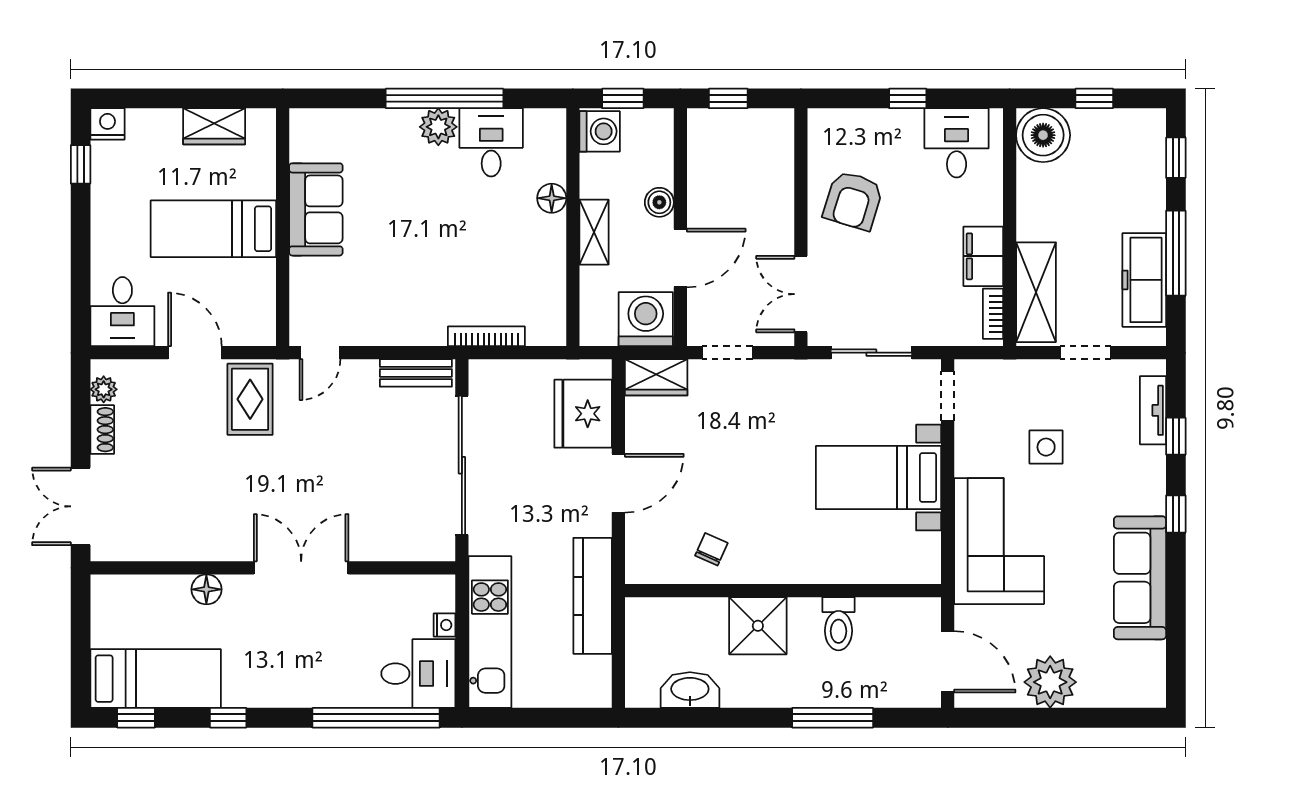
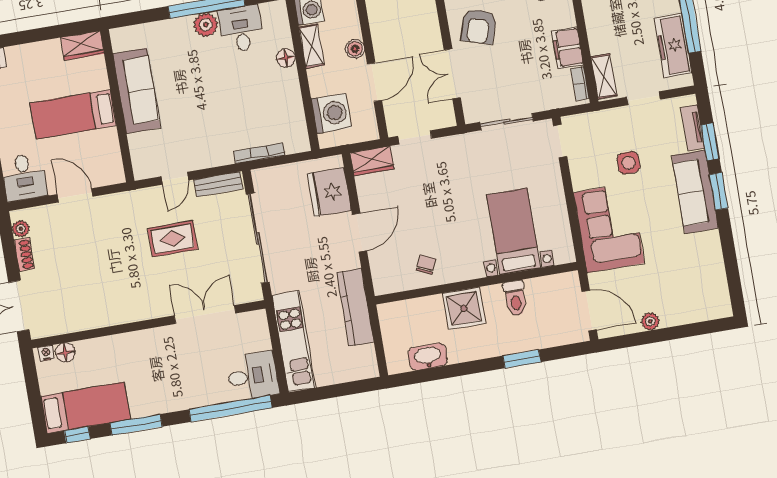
wardrobe: (214, 126) -> (82, 45), moved
sofa: (316, 209) -> (137, 91), width x1.36
shelving: (594, 232) -> (312, 46), moved
shelving: (1036, 292) -> (604, 76), width x0.67, depth x0.75
double door: (801, 294) -> (452, 74), moved
washing machine: (646, 319) -> (331, 113), moved, turned 90
door: (320, 353) -> (175, 178), moved
rug: (250, 399) -> (173, 239), moved, turned 90
window: (1176, 436) -> (710, 142), width x1.50
bed with nightstands: (879, 478) -> (514, 231), moved, turned 90
window: (1176, 514) -> (719, 191), width x1.50
double door: (301, 568) -> (205, 314), moved
sofa: (1140, 578) -> (695, 192), moved
floor lamp: (206, 589) -> (65, 353), moved
nightstand: (444, 625) -> (46, 353), moved, turned -90
plant: (1050, 682) -> (650, 321), width x0.53, depth x0.53
window: (228, 718) -> (136, 425), width x2.17
window: (833, 718) -> (522, 359), width x0.69

